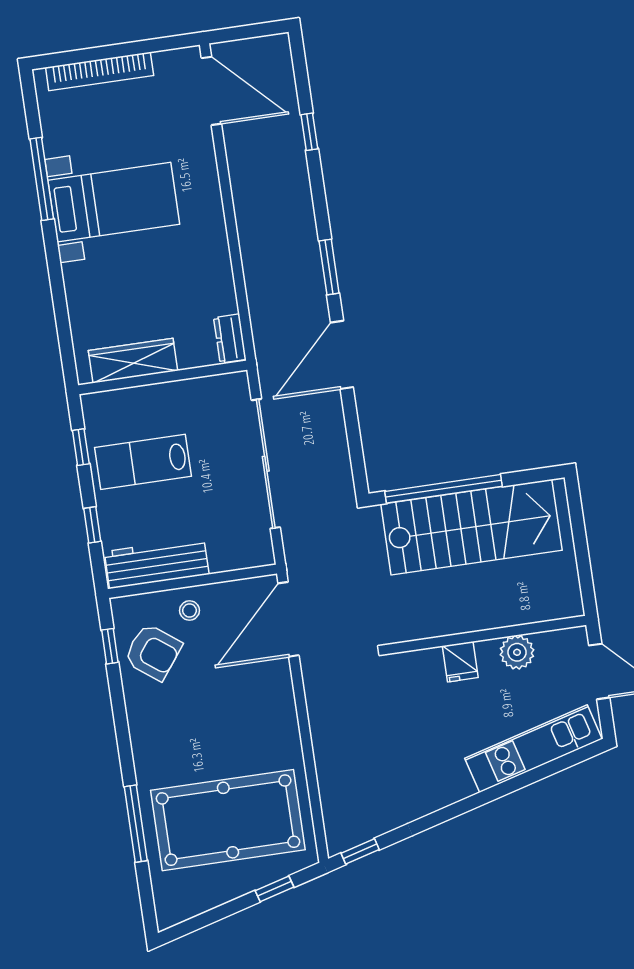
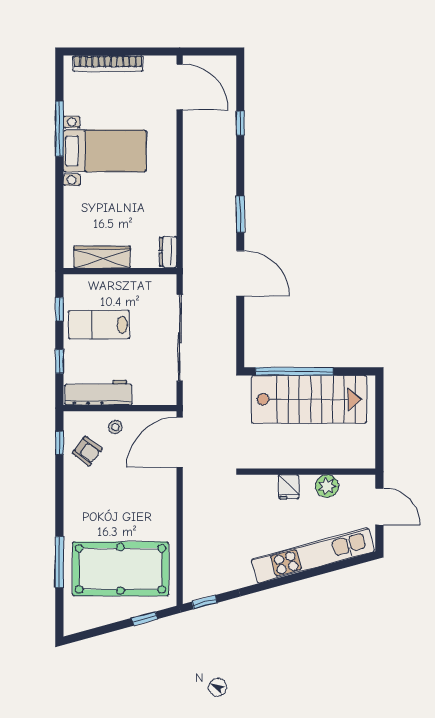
door: (342, 355) -> (240, 273), swing flipped
armchair: (153, 652) -> (87, 451), width x0.72, depth x0.72
kitchen unit: (533, 749) -> (313, 555), width x1.36

